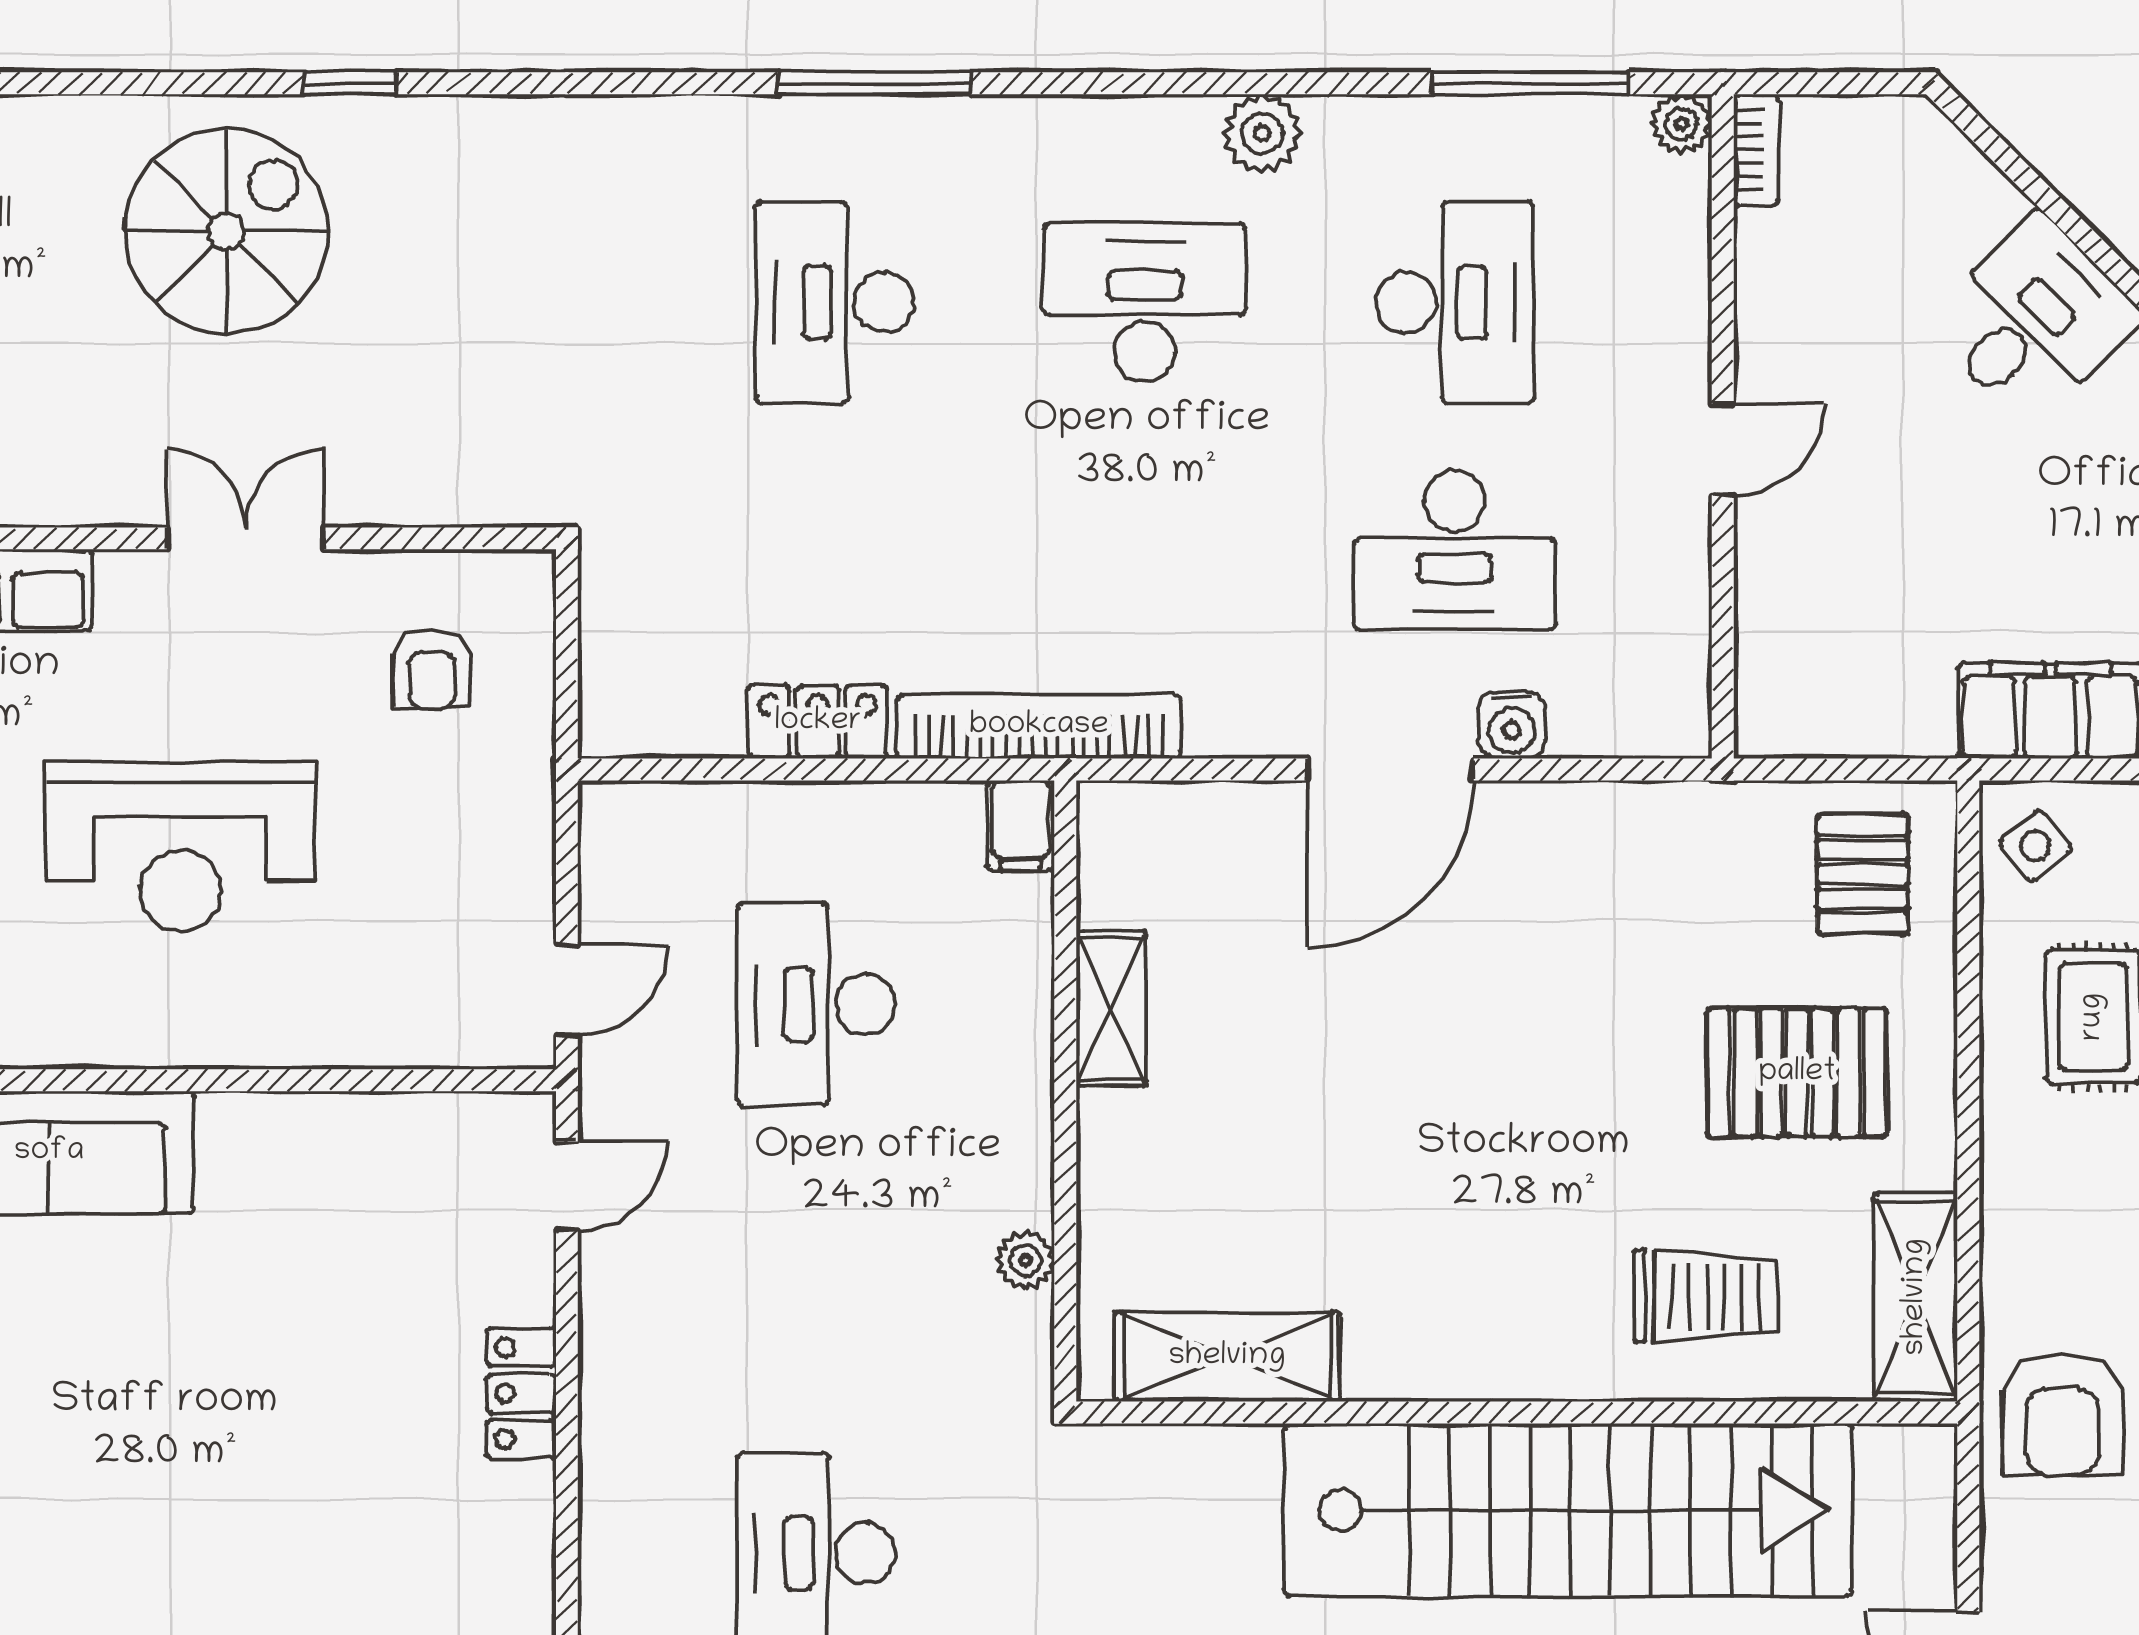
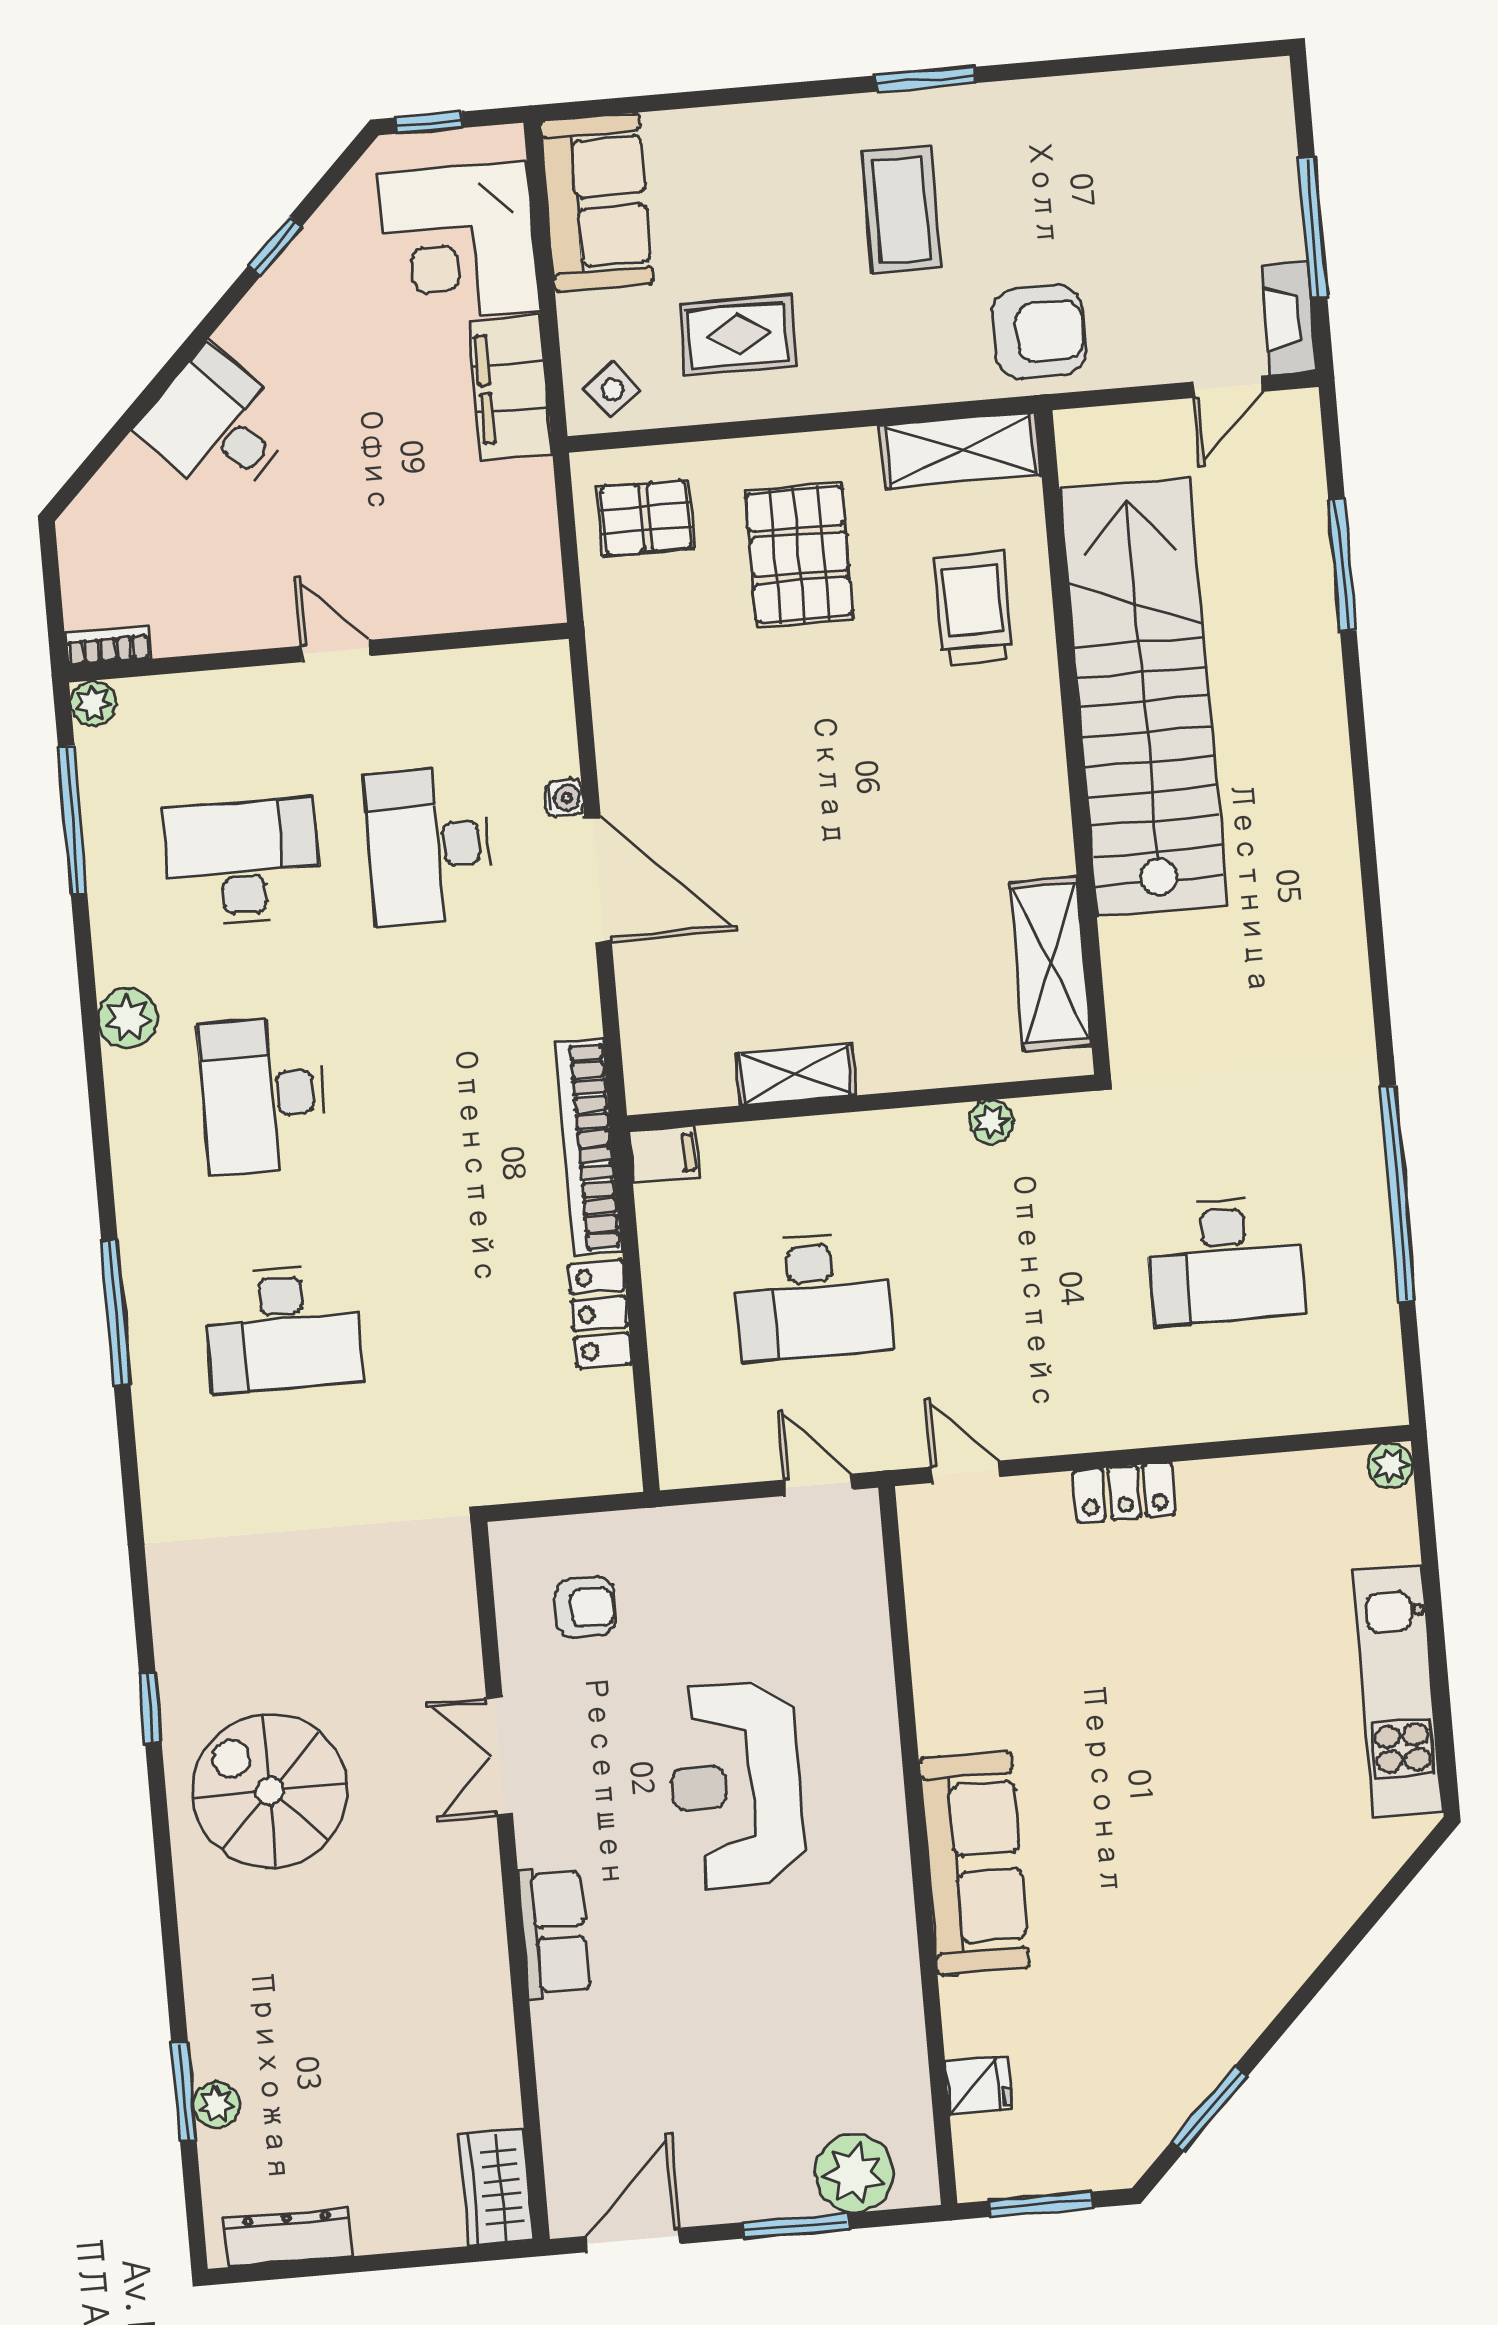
desk: (1455, 550) -> (429, 846), turned 180
water cooler: (1512, 725) -> (564, 798), width x0.72, depth x0.72
reception desk: (181, 847) -> (736, 1785), turned 180

